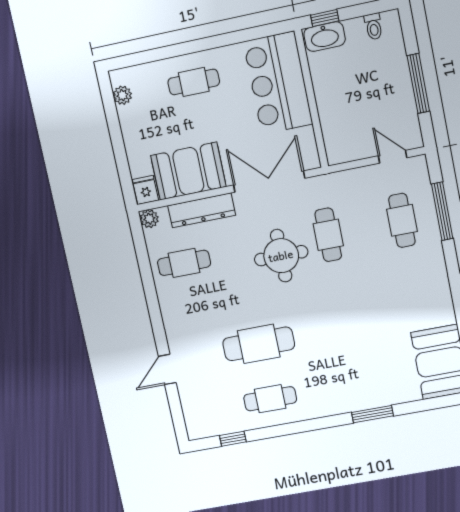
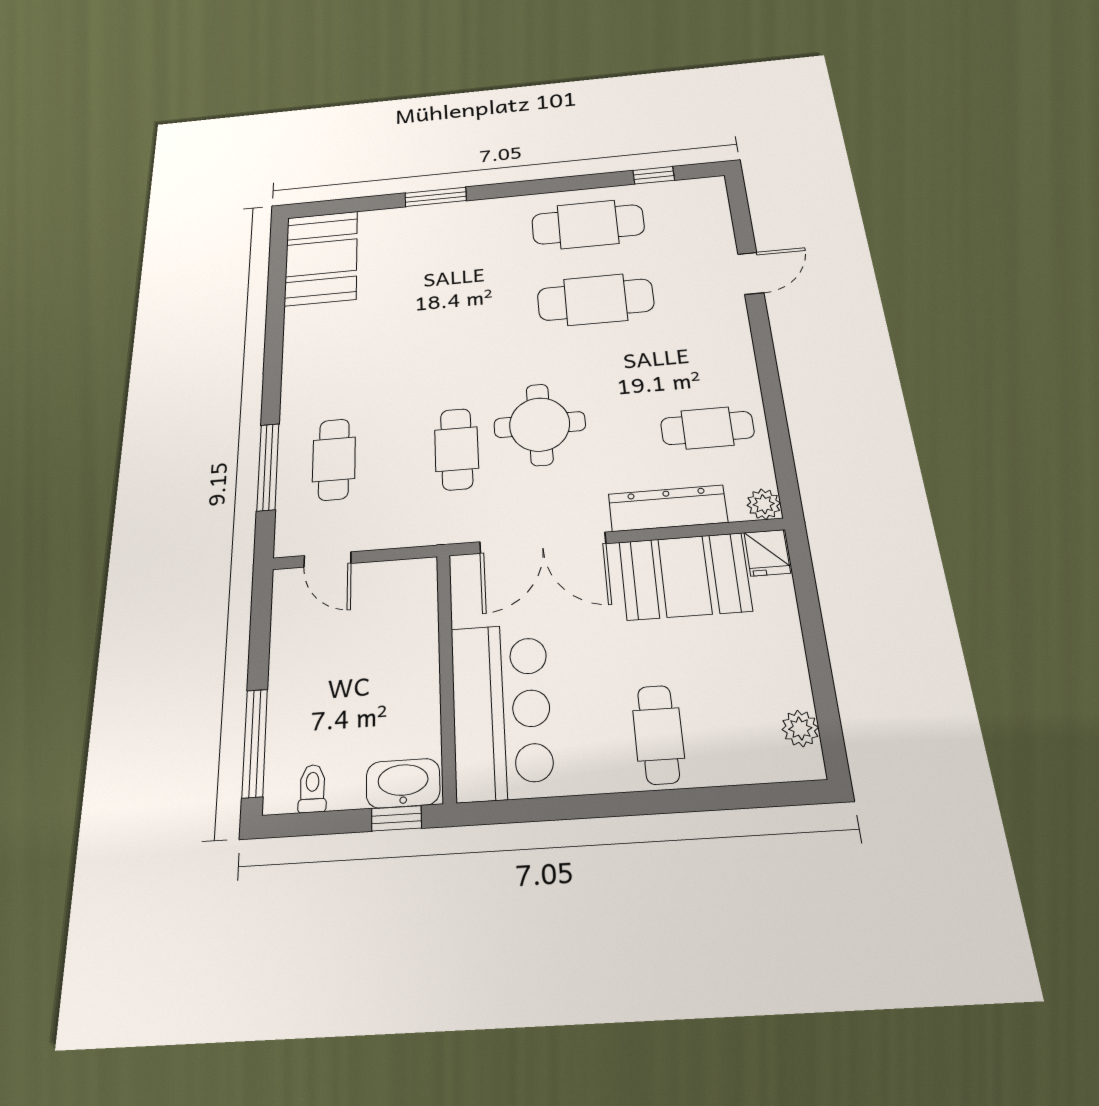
cafe table: (194, 82) -> (658, 734), turned 90
window: (418, 83) -> (255, 743), moved
cafe table: (270, 399) -> (588, 224), width x1.37, depth x1.35

